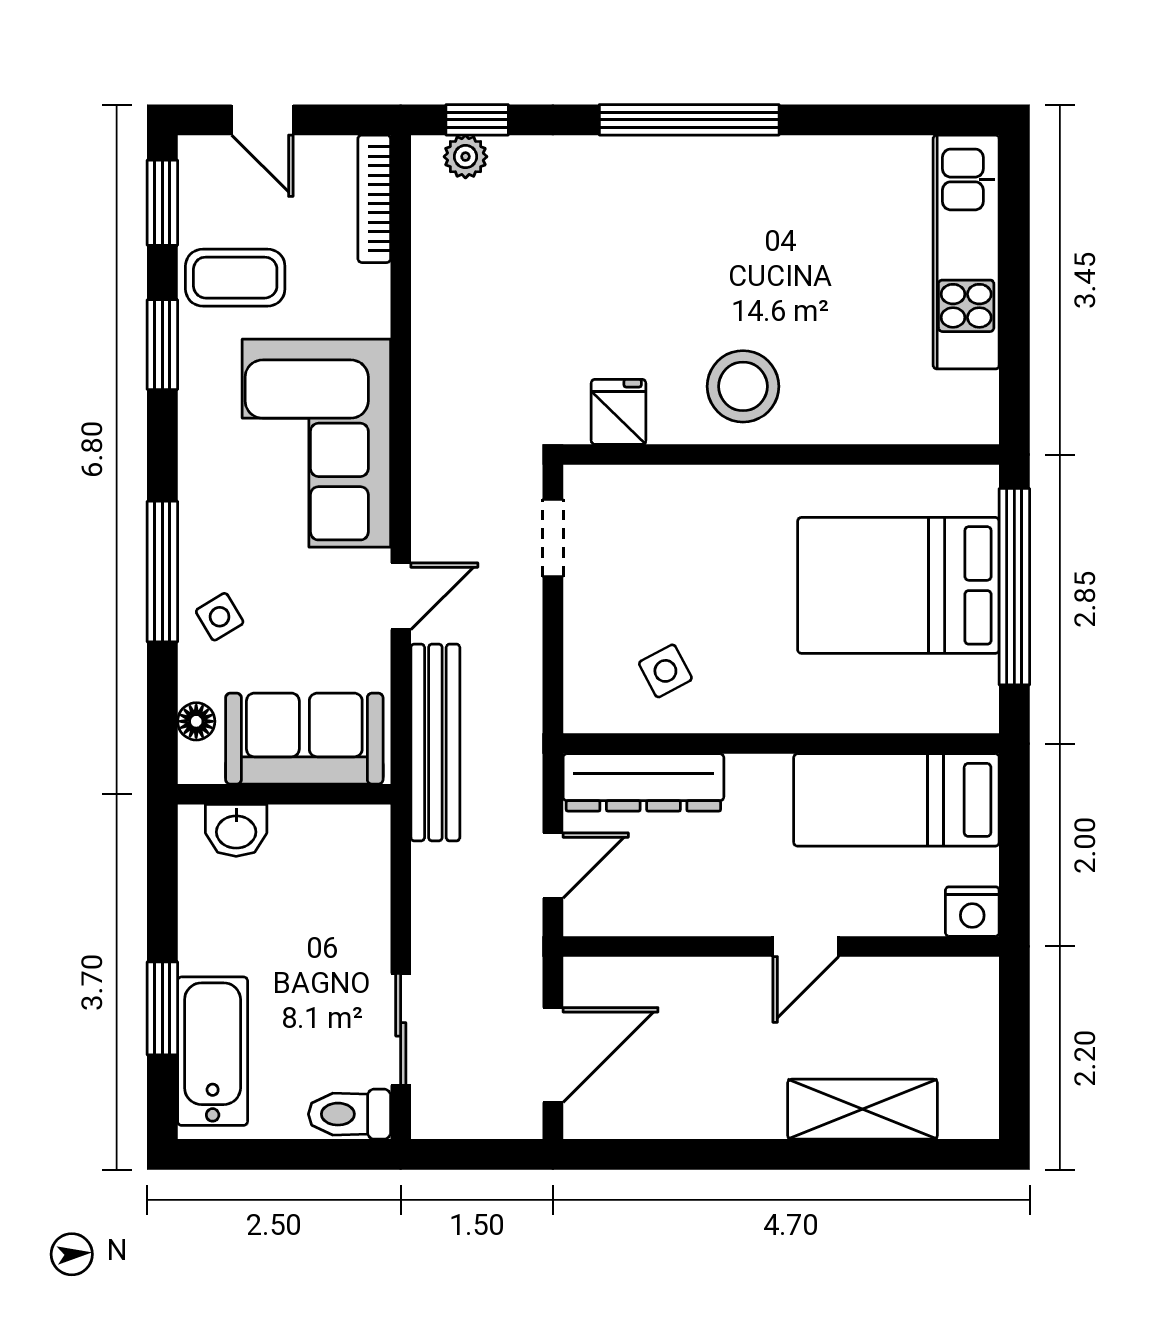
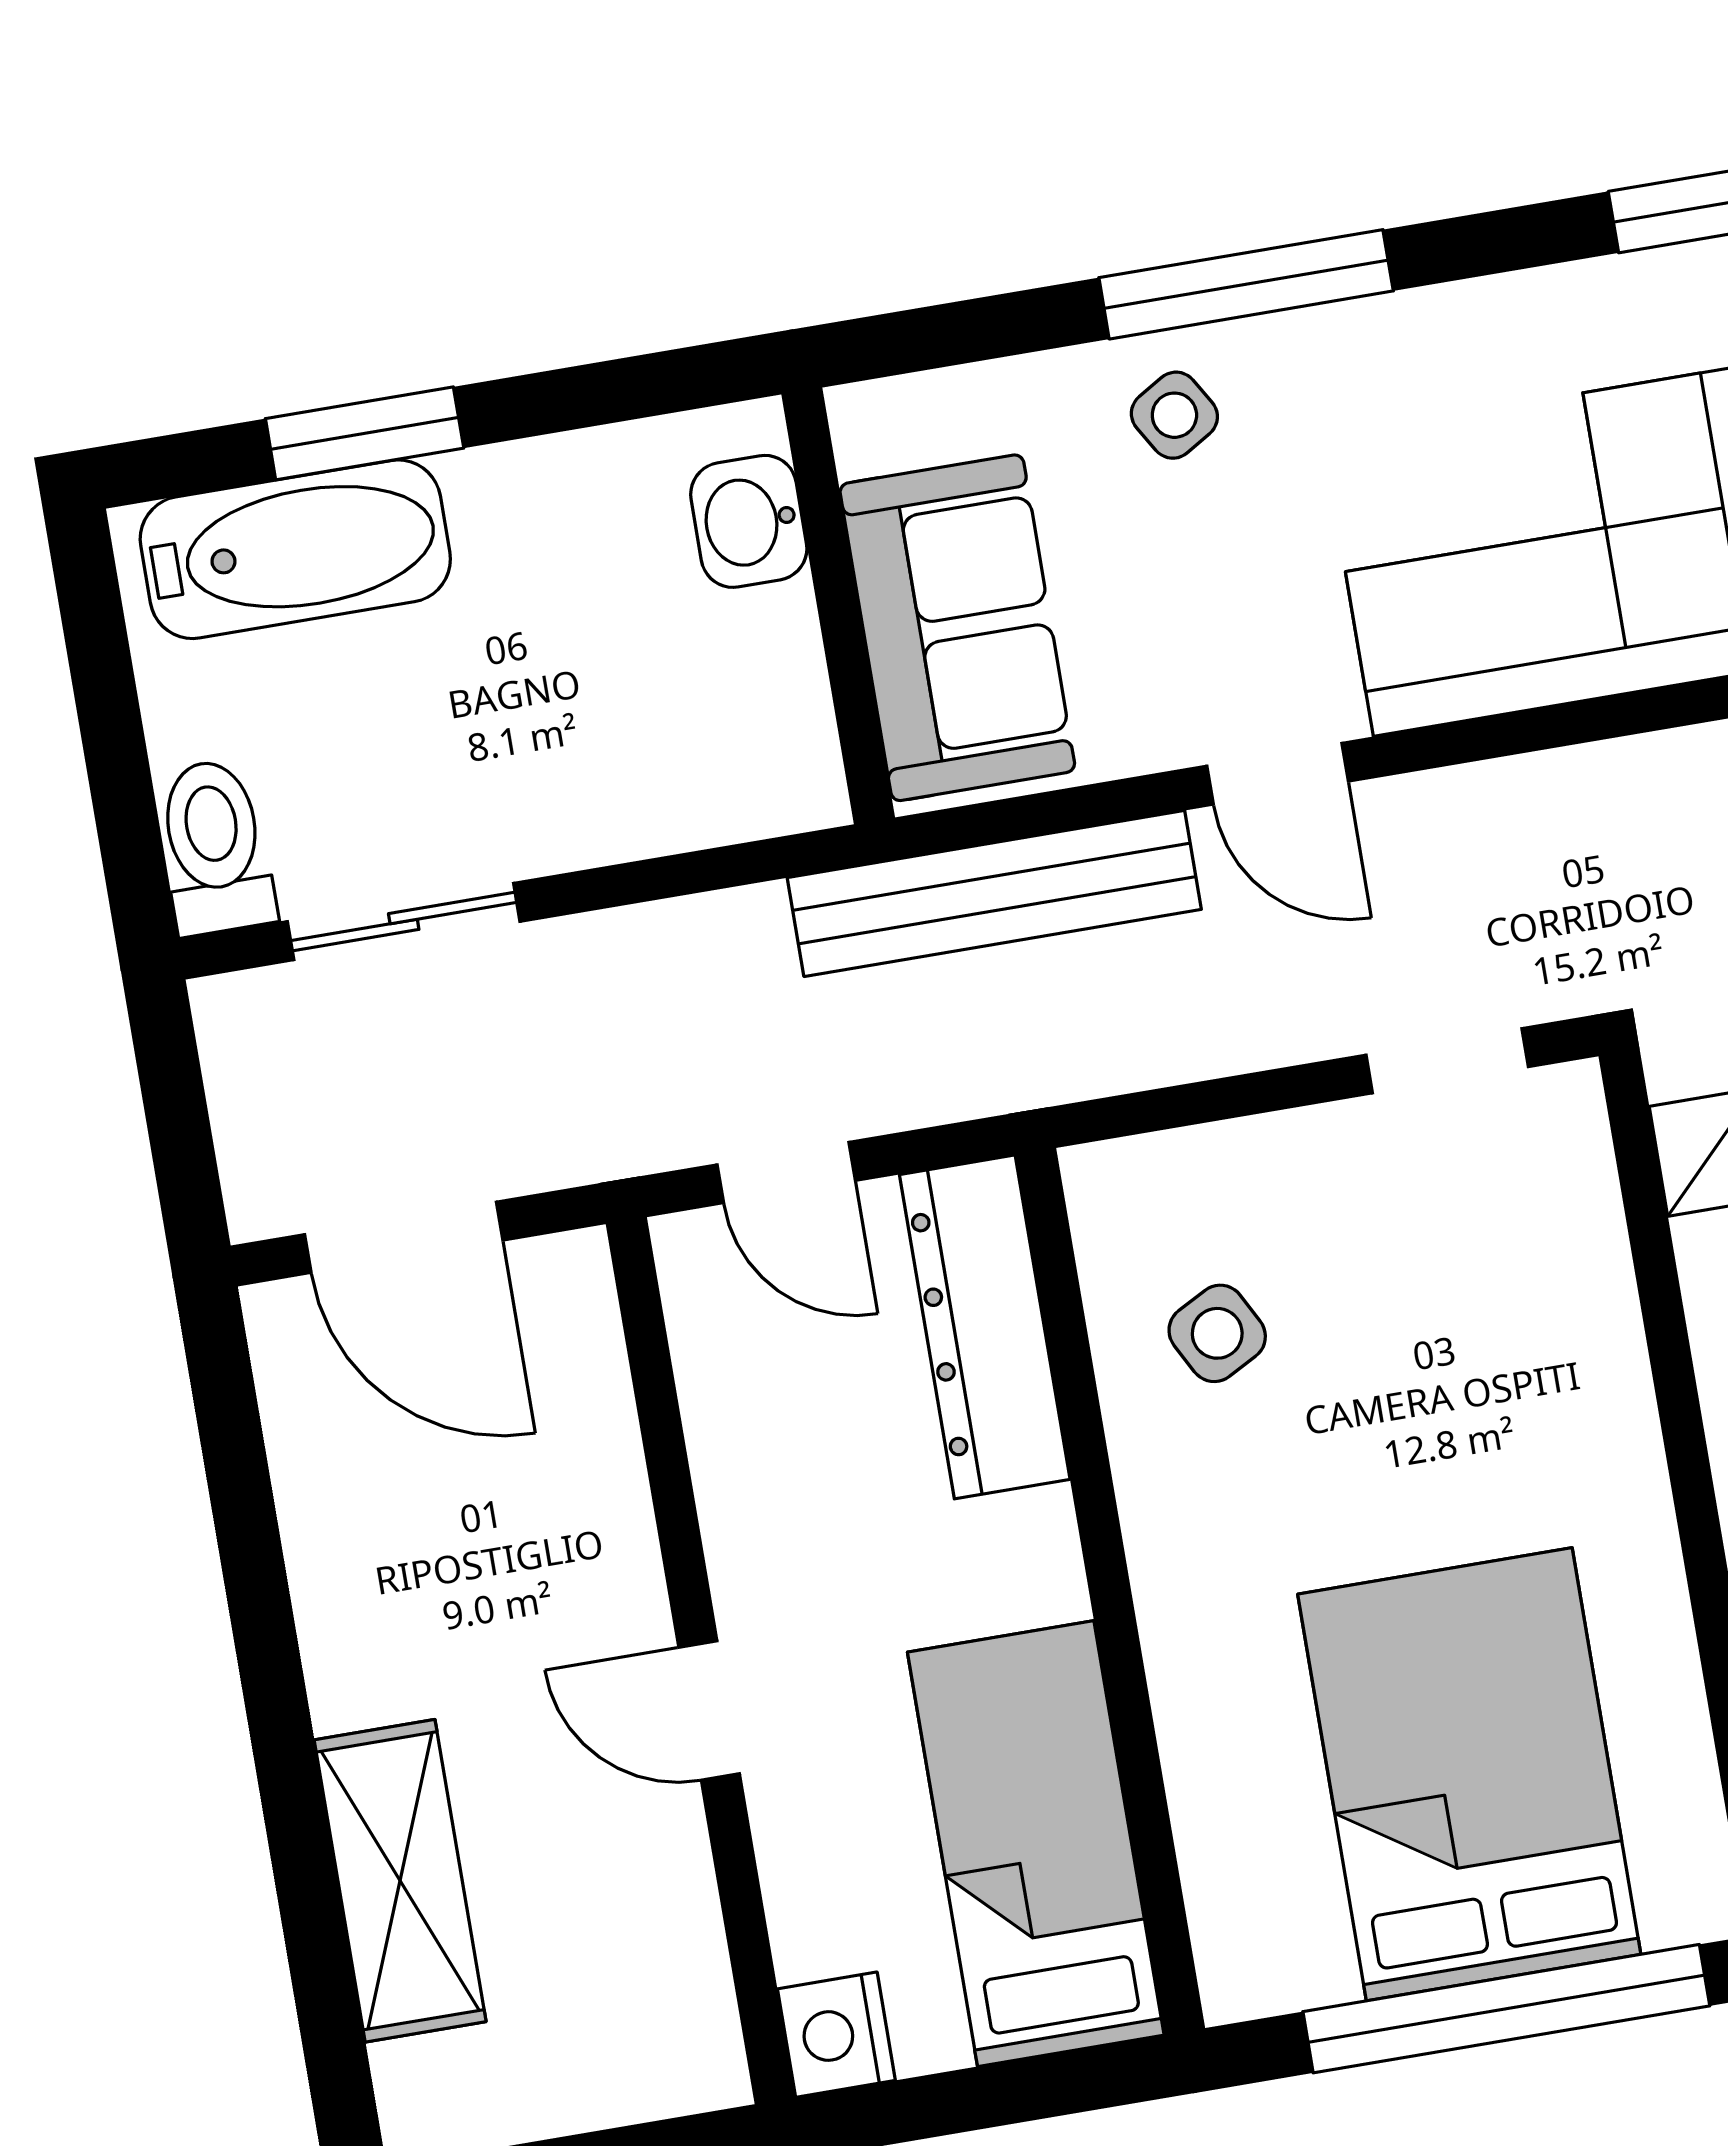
floor lamp: (196, 721) -> (955, 404), removed

